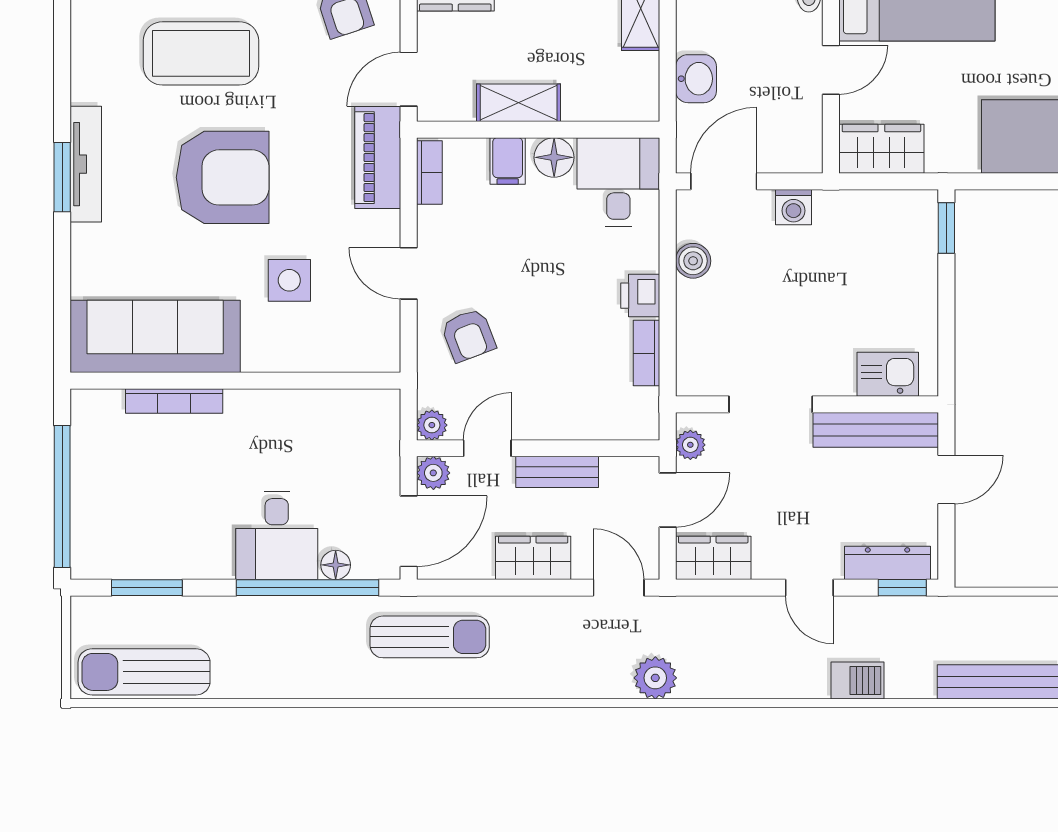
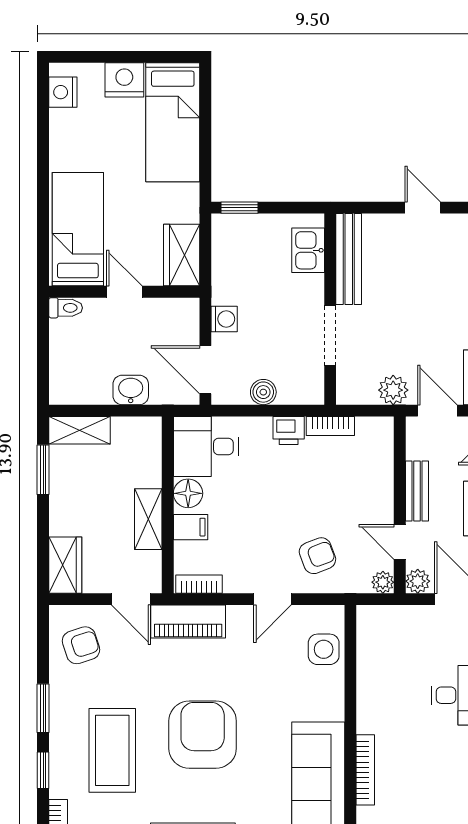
side table: (289, 280) -> (324, 649), moved
kitchen sink: (888, 374) -> (308, 250), moved
doorway: (771, 404) -> (330, 336), moved
wall: (807, 404) -> (330, 309), moved
bench: (876, 430) -> (349, 259), moved
plant: (690, 445) -> (393, 390), width x1.38, depth x1.38

